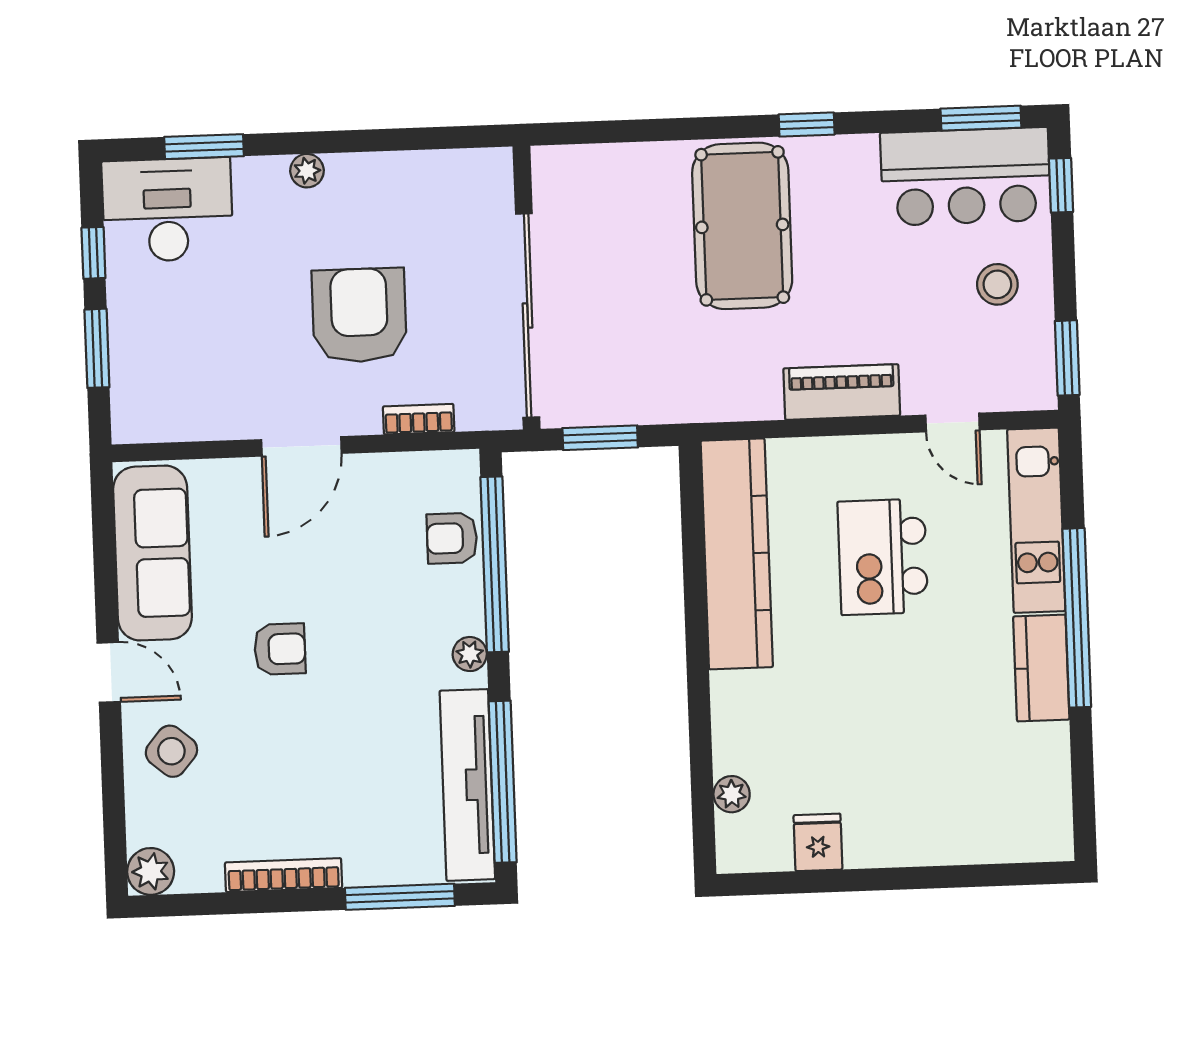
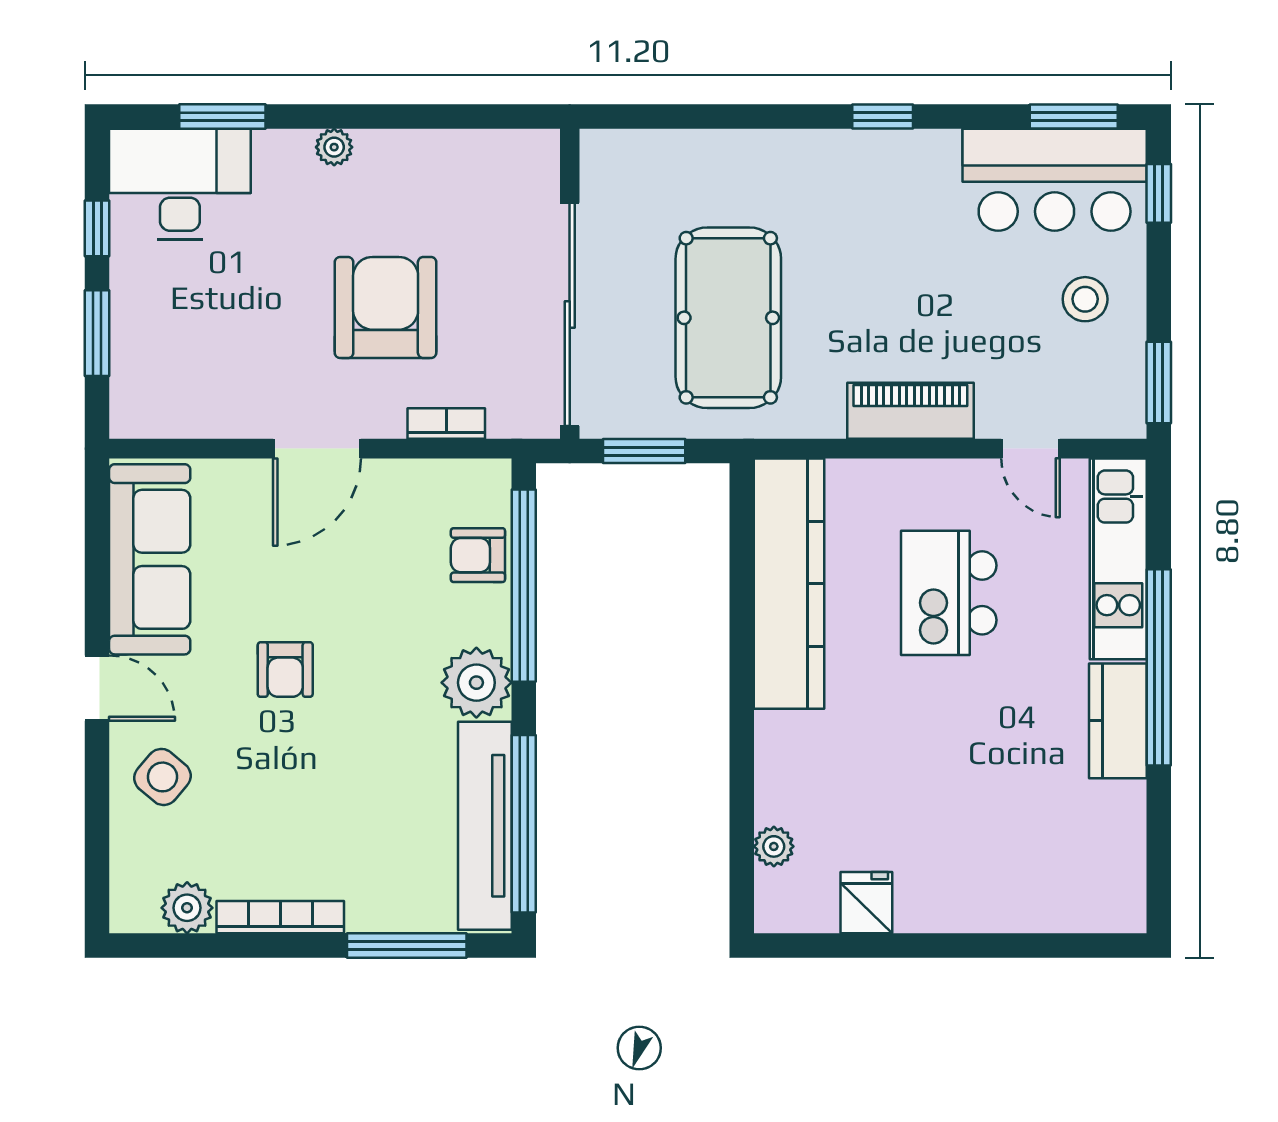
pool table: (742, 226) -> (728, 318), moved
armchair: (280, 649) -> (285, 670), turned 90
plant: (470, 654) -> (476, 683), width x1.87, depth x1.87
plant: (151, 871) -> (187, 908), moved

